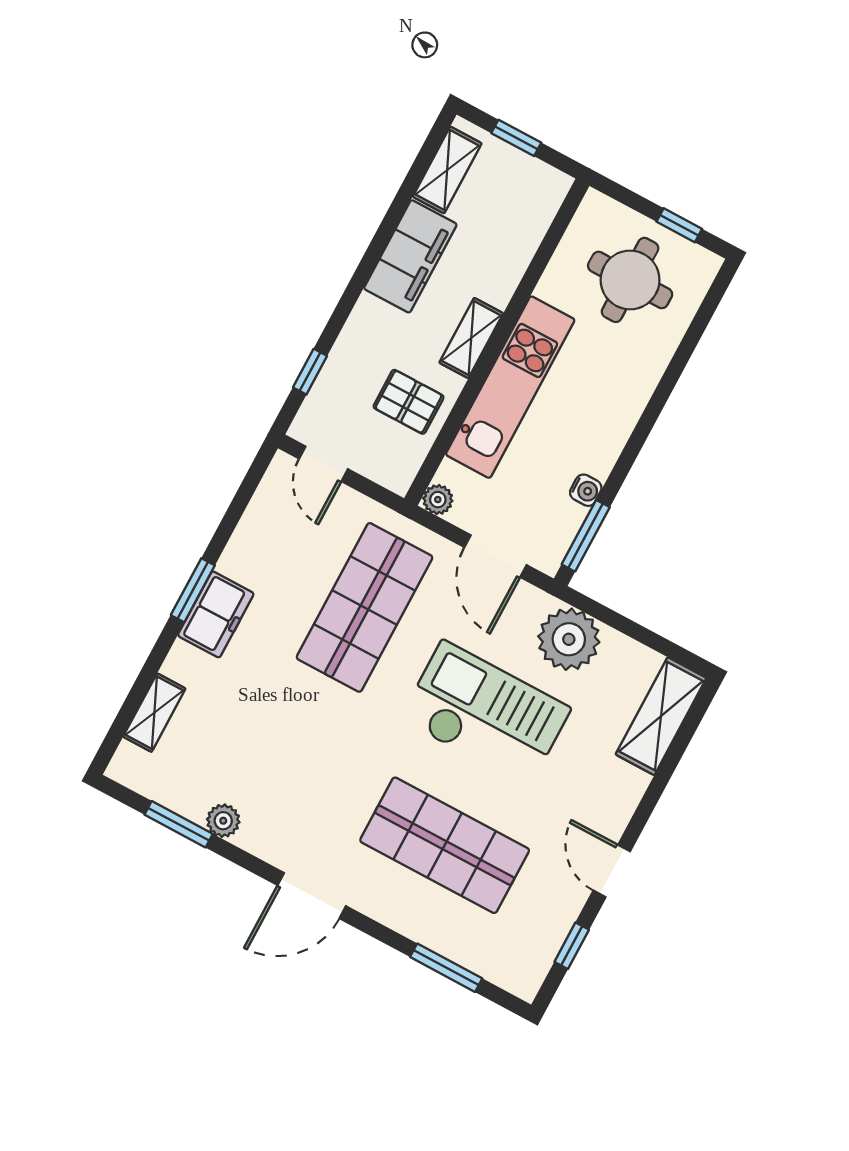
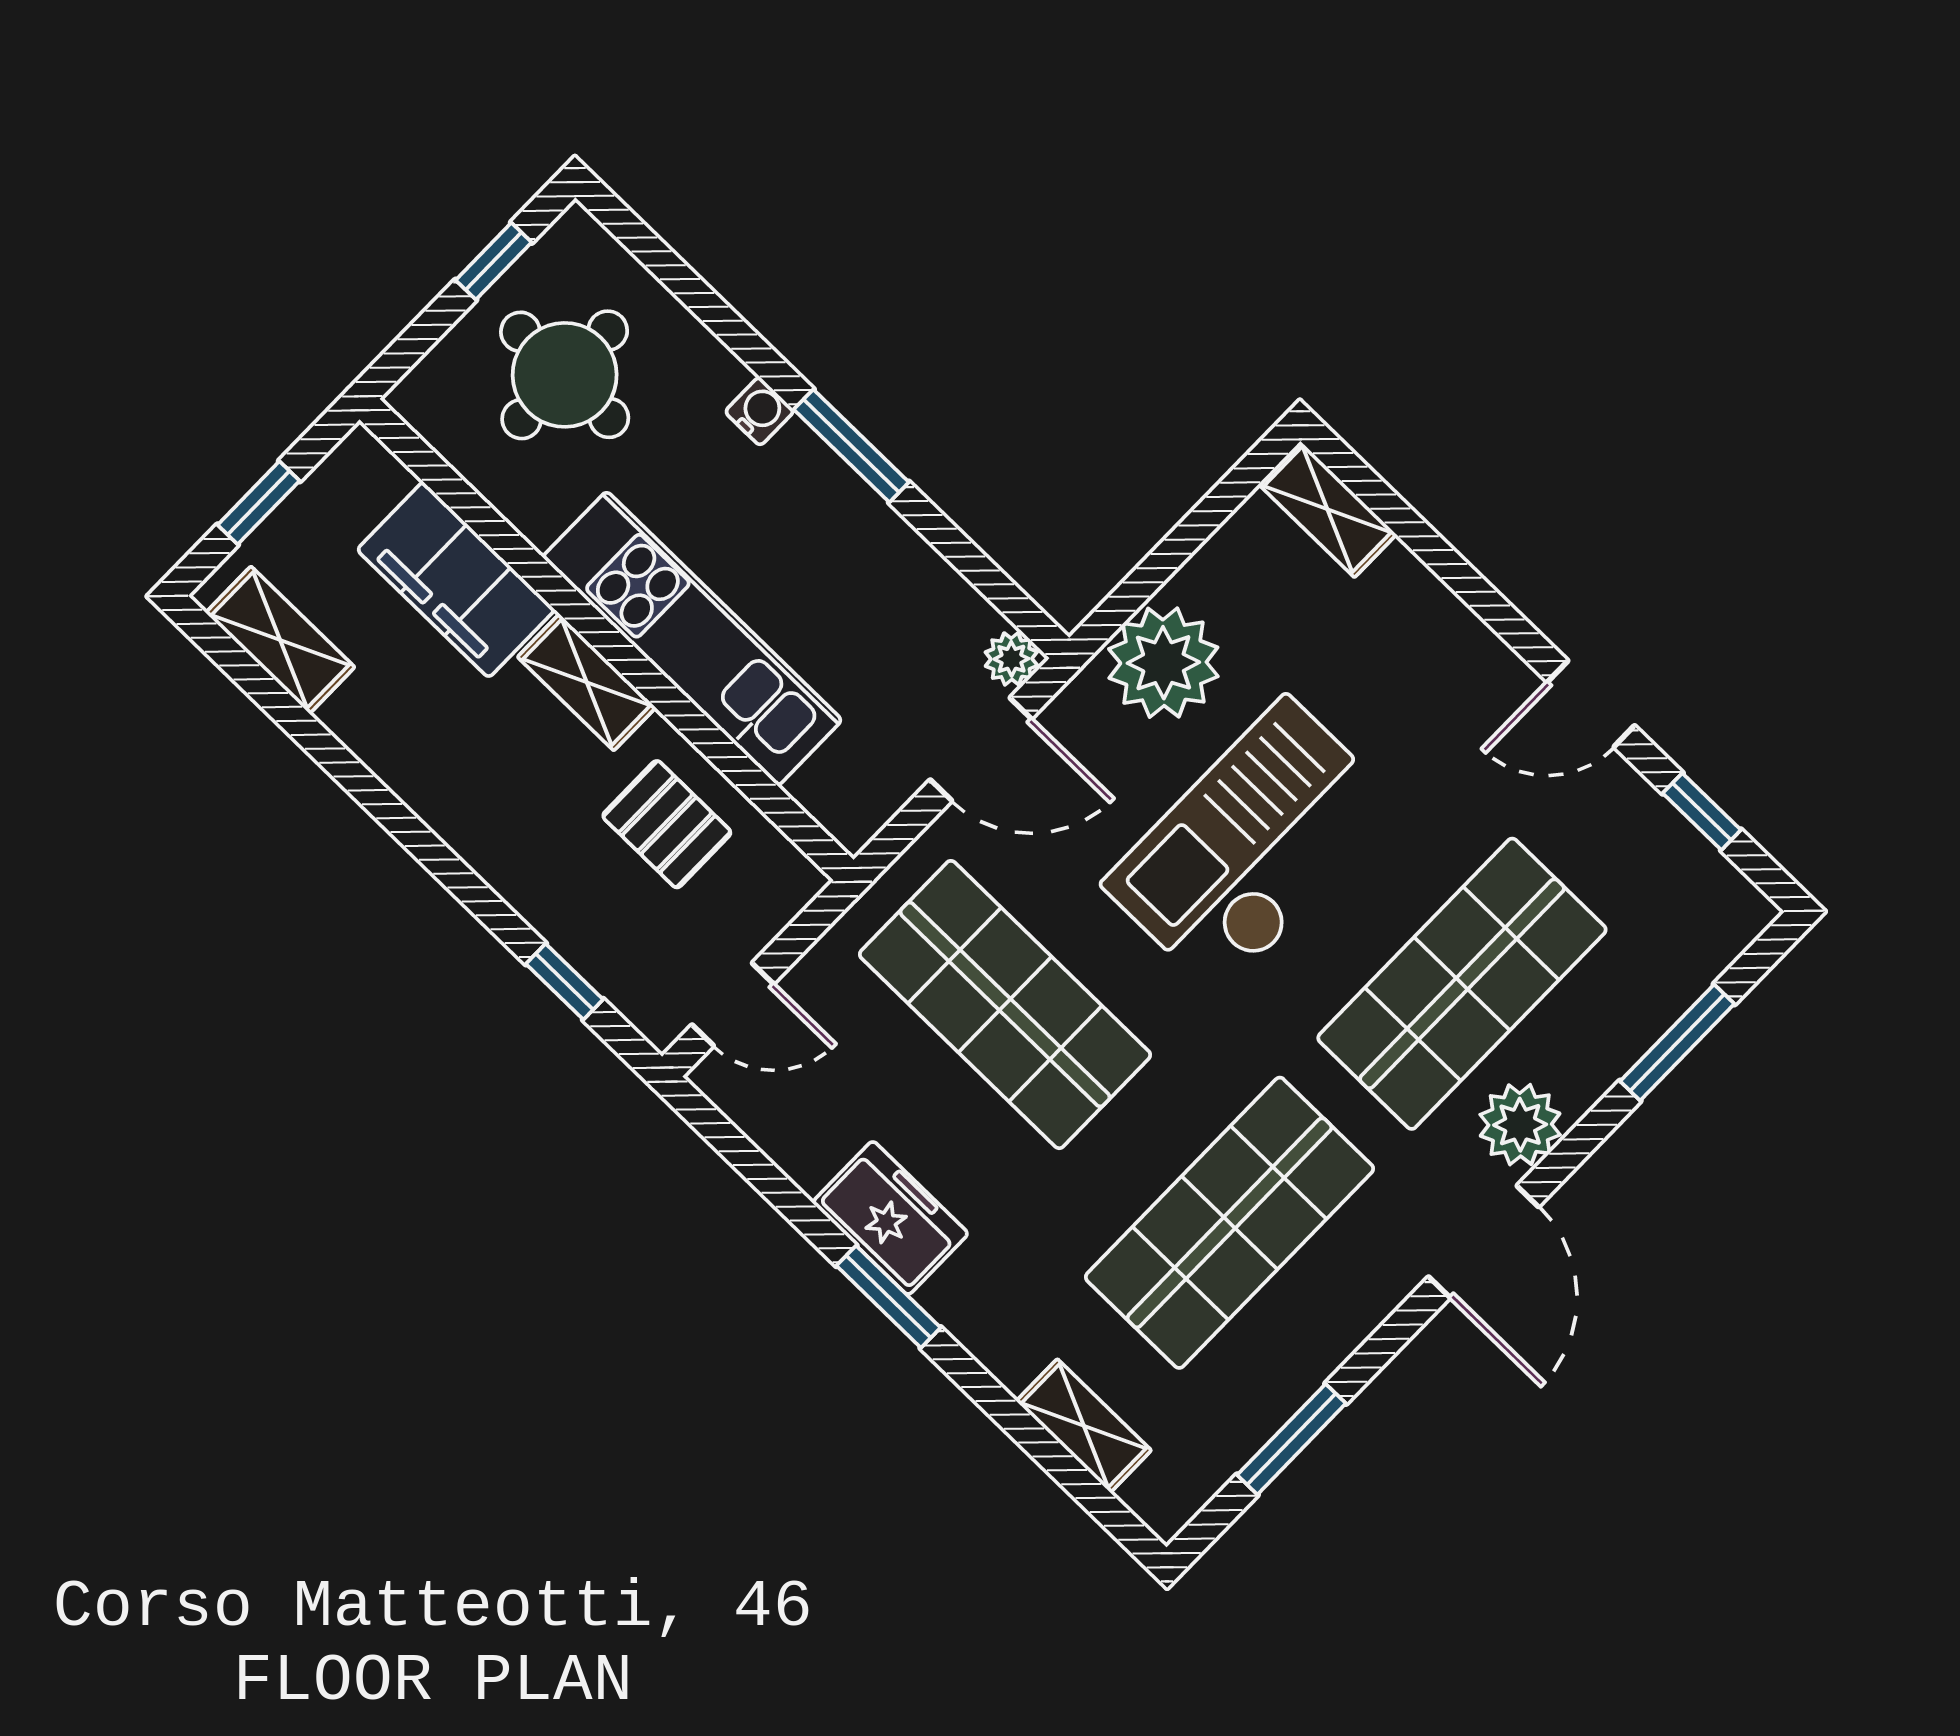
filing cabinet: (410, 256) -> (456, 580), moved, turned 180
pallet: (409, 402) -> (667, 824), turned 90
water cooler: (586, 490) -> (760, 411), moved
plant: (438, 500) -> (1011, 659), moved
window: (586, 536) -> (851, 446), moved
freezer: (216, 614) -> (890, 1218), moved
shelving: (661, 716) -> (1327, 509), width x0.67, depth x0.75
shop shelf: (283, 759) -> (1229, 1223), added
plant: (223, 821) -> (1520, 1125), moved, width x1.38, depth x1.38

